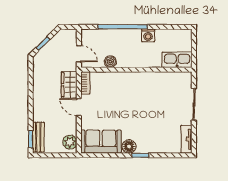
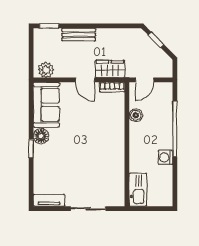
door: (79, 107) -> (85, 80), swing flipped
bench: (38, 137) -> (79, 35), moved

